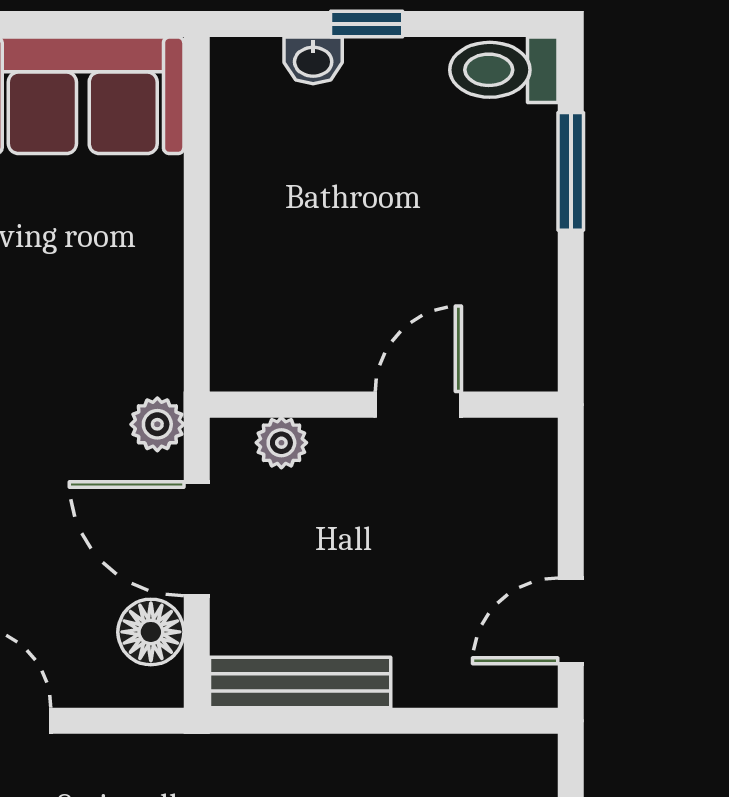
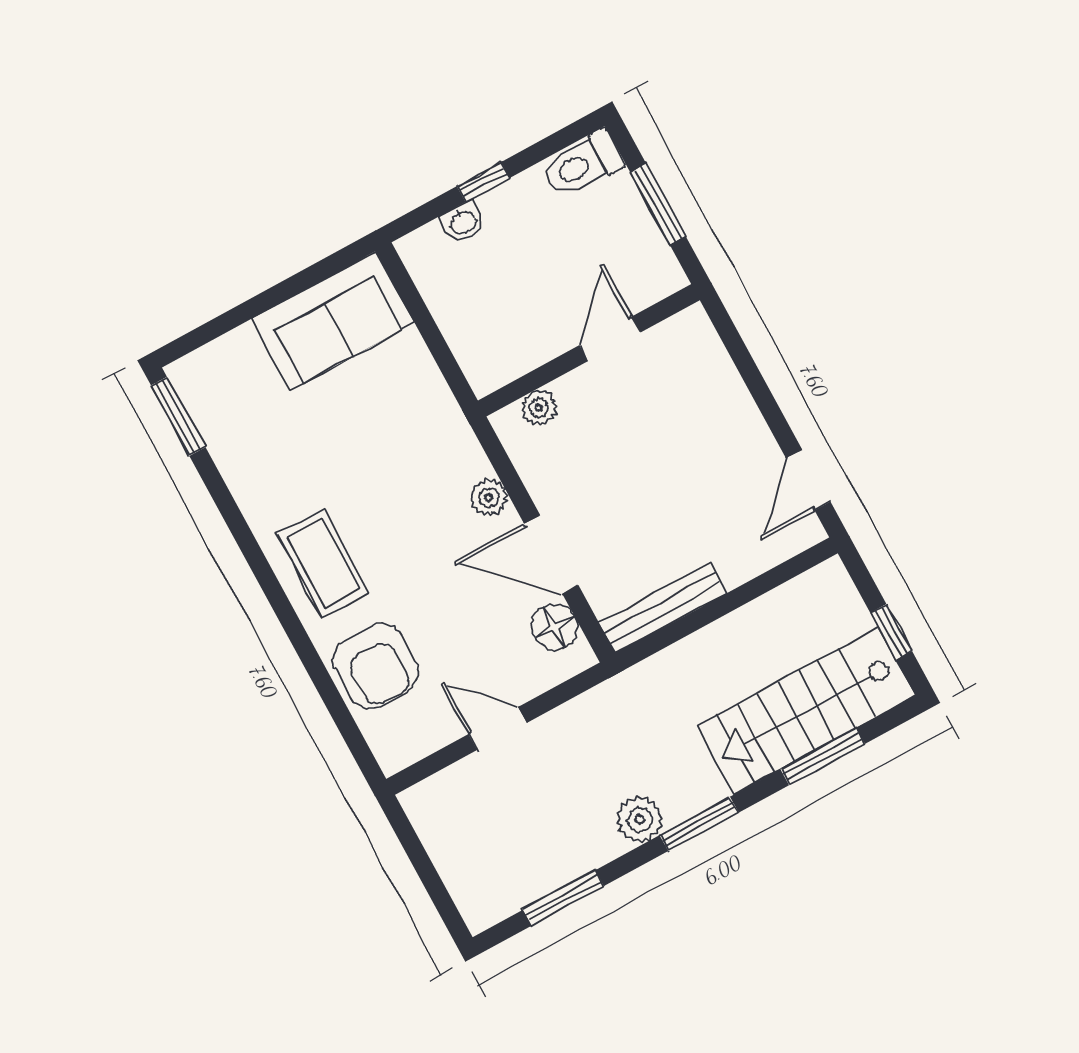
wall: (384, 405) -> (589, 350), moved
door: (418, 405) -> (610, 339), moved
plant: (281, 443) -> (539, 408), moved

